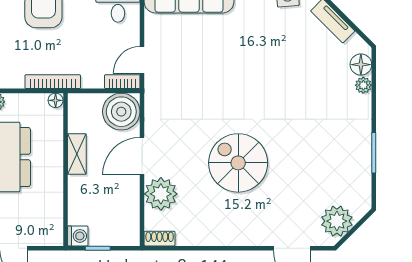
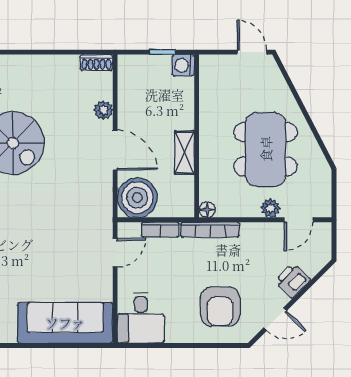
bookcase: (122, 82) -> (160, 230), moved
door: (142, 156) -> (115, 150), hinge flipped
plant: (161, 194) -> (103, 110), width x0.53, depth x0.53

